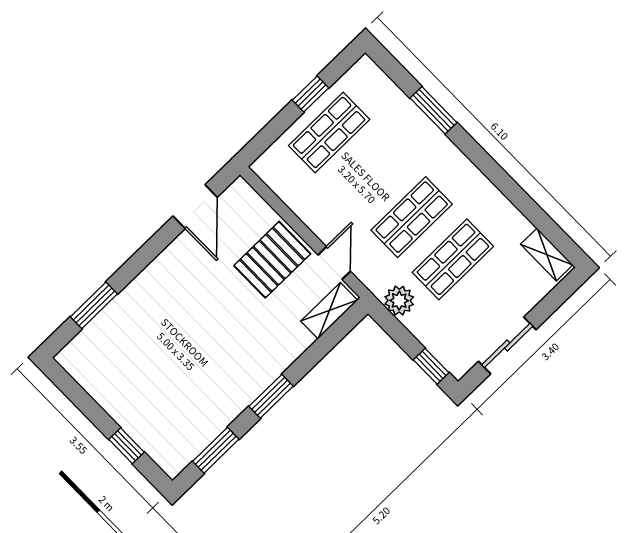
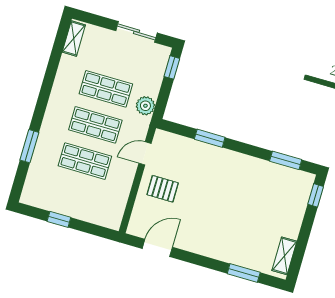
shop shelf: (329, 132) -> (85, 161), moved
pallet: (272, 260) -> (163, 189), width x0.67, depth x0.71
shelving: (329, 311) -> (284, 256), moved, turned 90
window: (271, 396) -> (210, 138), moved
window: (126, 446) -> (316, 195), moved

